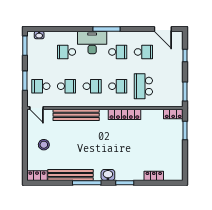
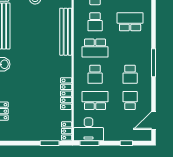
desk: (92, 42) -> (88, 129), moved, turned 90
school desk: (66, 52) -> (130, 22), width x1.85
school desk: (143, 52) -> (130, 101), turned 180
school desk: (92, 86) -> (95, 48), width x1.85
locker: (124, 114) -> (66, 94), moved

